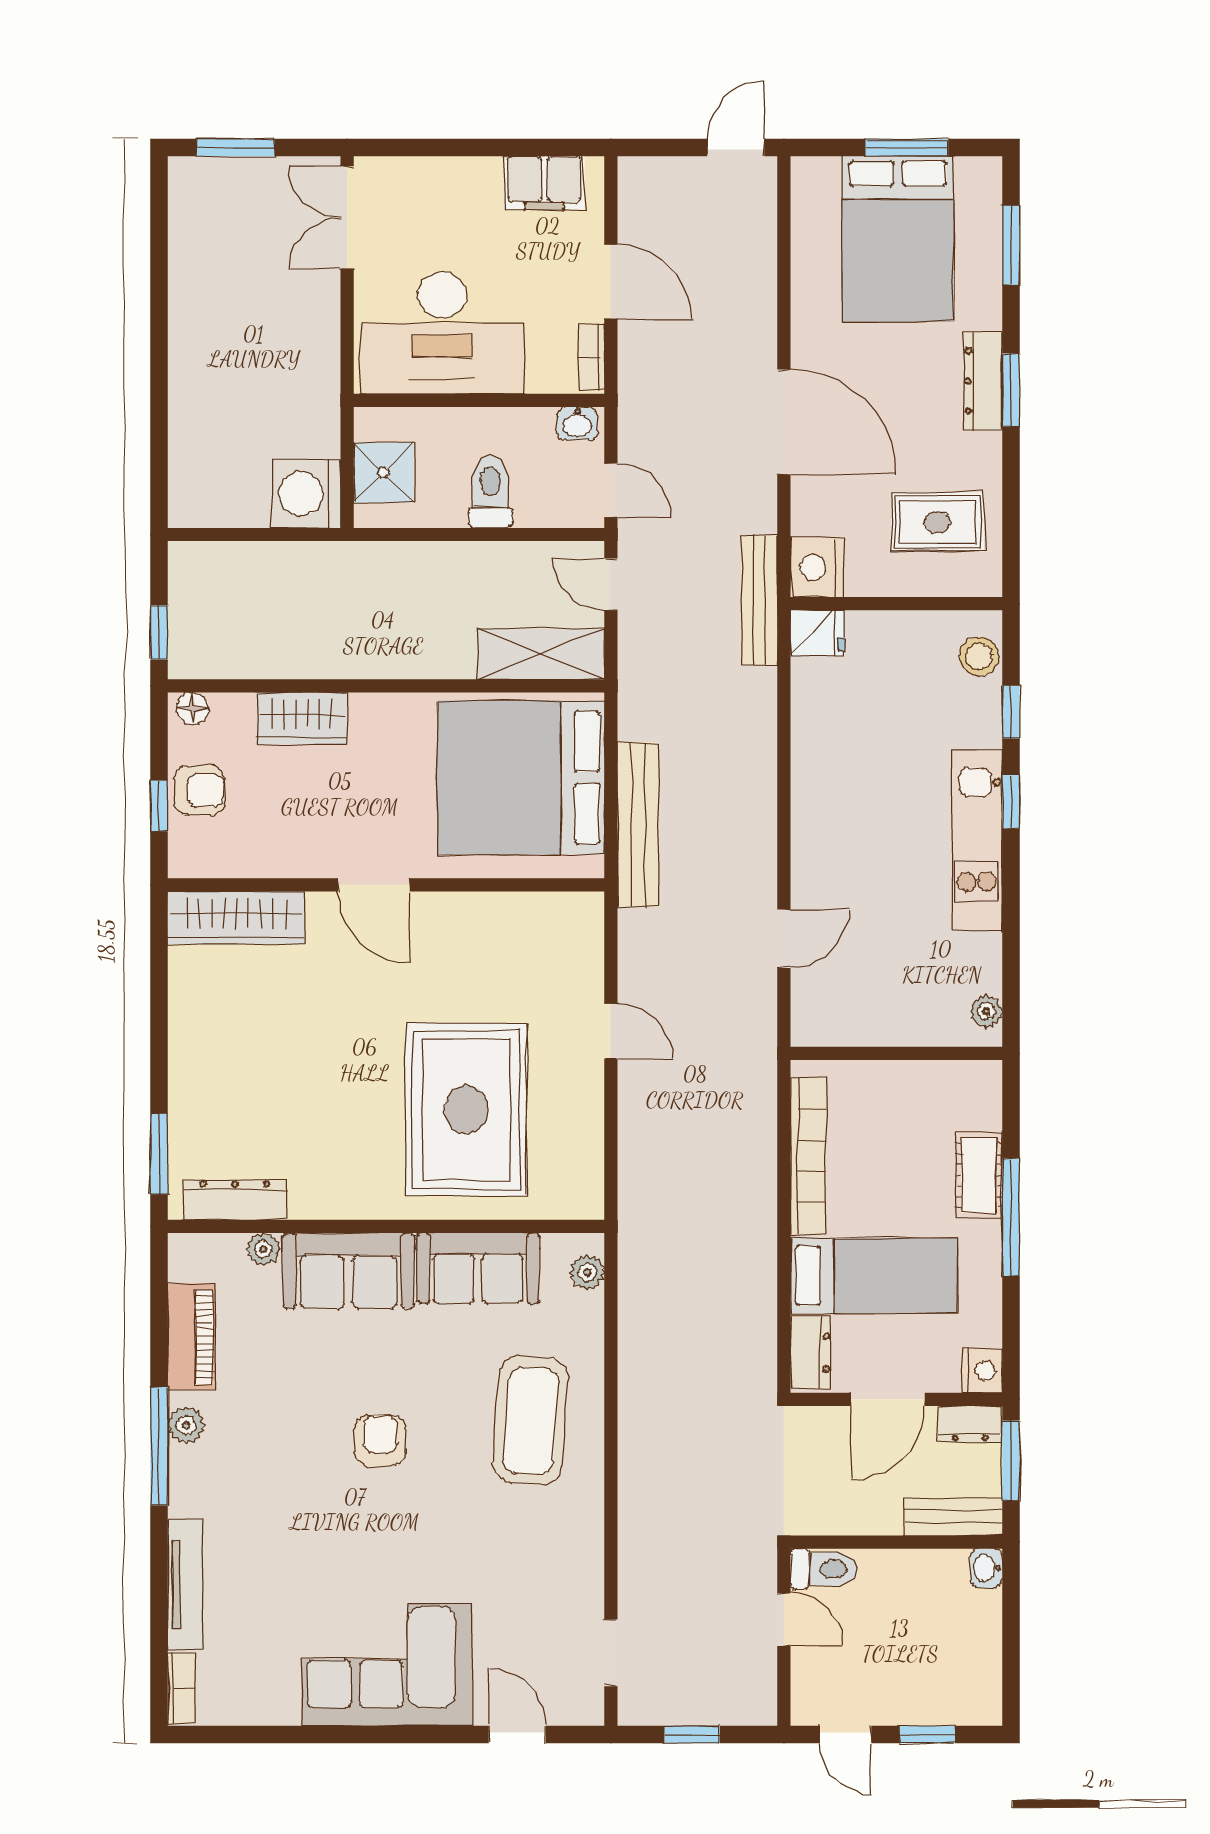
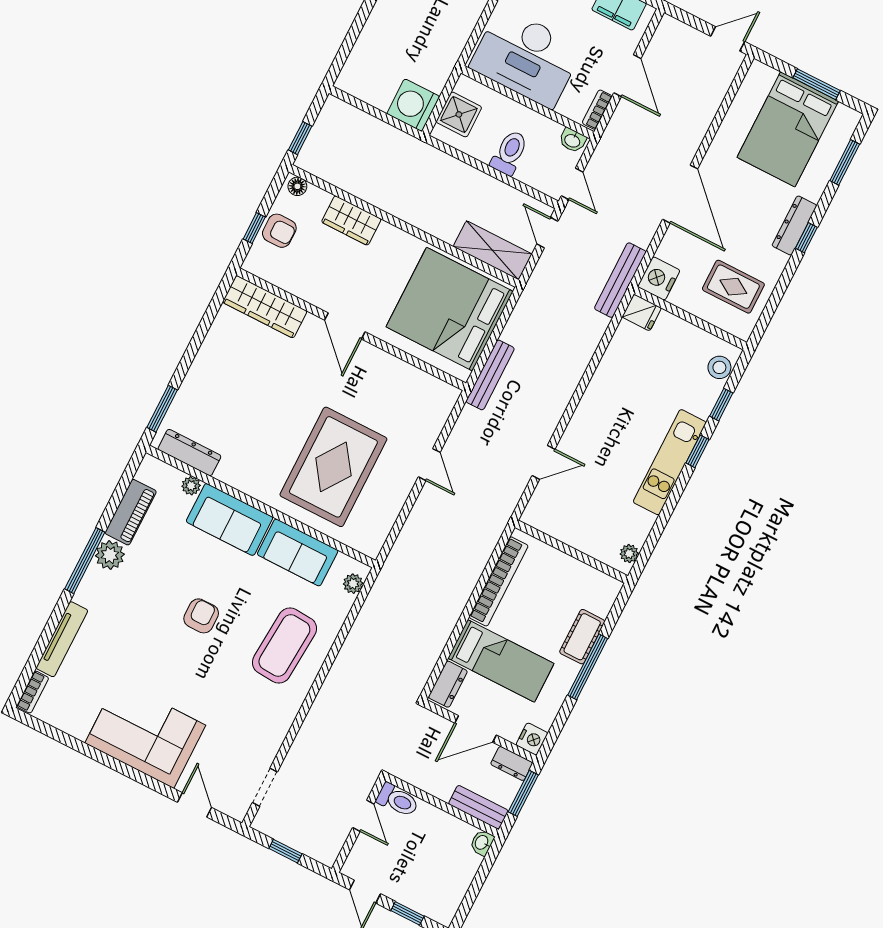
window: (1011, 390) -> (806, 238), width x0.67
bench: (638, 824) -> (490, 375), width x0.73, depth x0.82
plant: (186, 1425) -> (110, 555), width x1.38, depth x1.38

